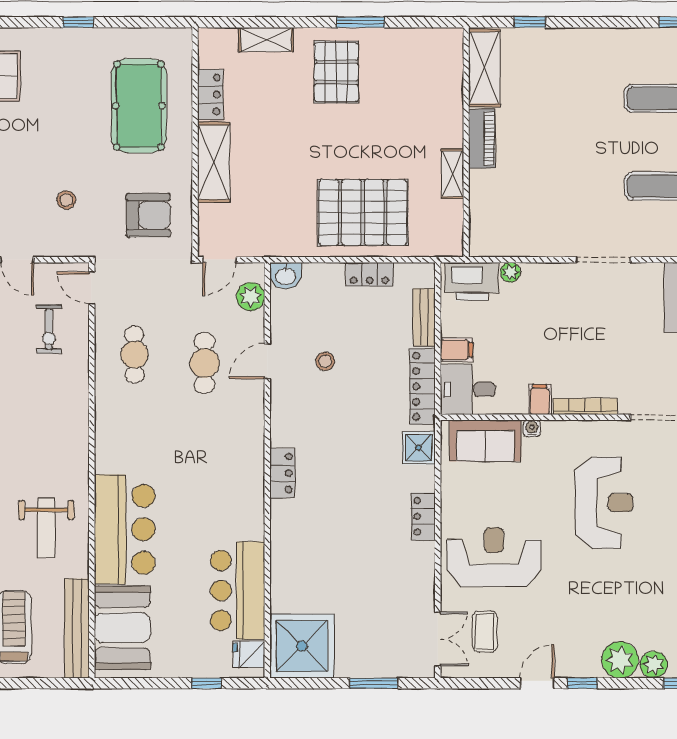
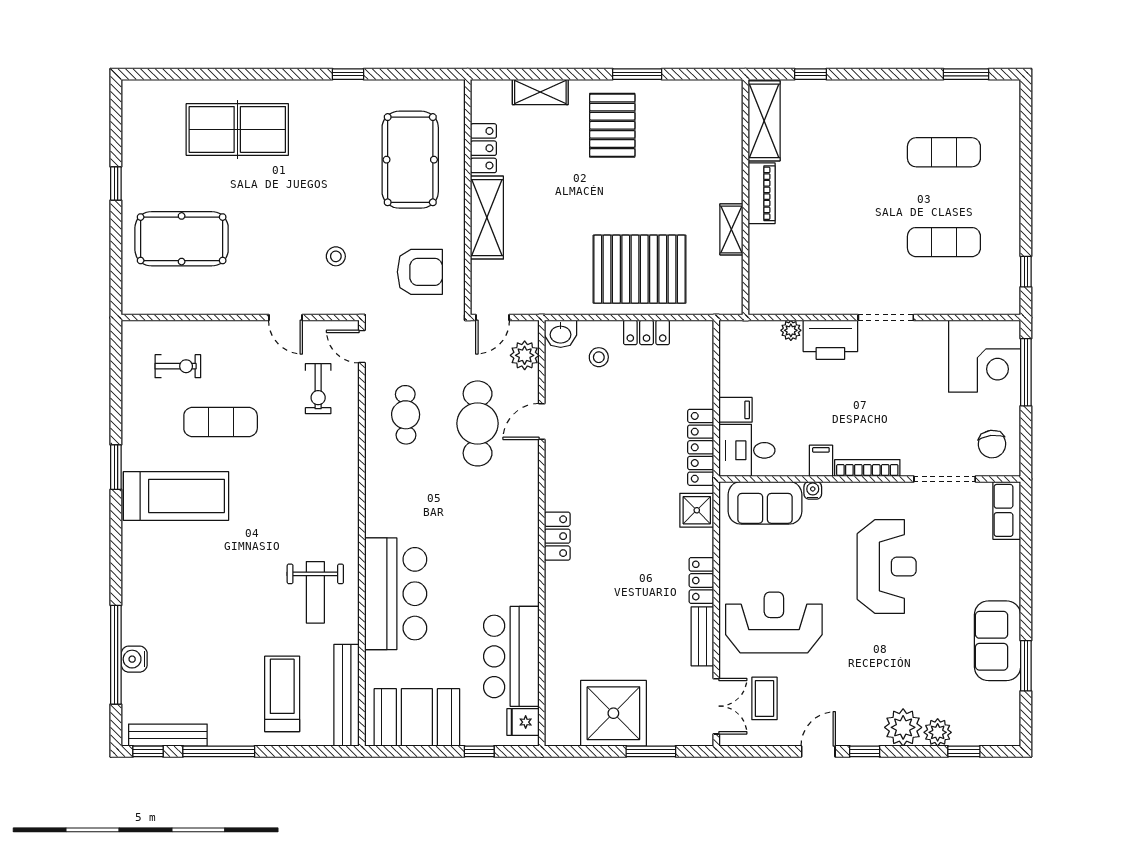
printer: (472, 281) -> (830, 340), moved
bench: (424, 317) -> (702, 636), moved
stool: (325, 361) -> (599, 357), moved
cafe table: (205, 363) -> (478, 423), width x1.37, depth x1.35
booth: (122, 628) -> (417, 717), moved, turned 90
shower: (302, 646) -> (613, 713), moved

